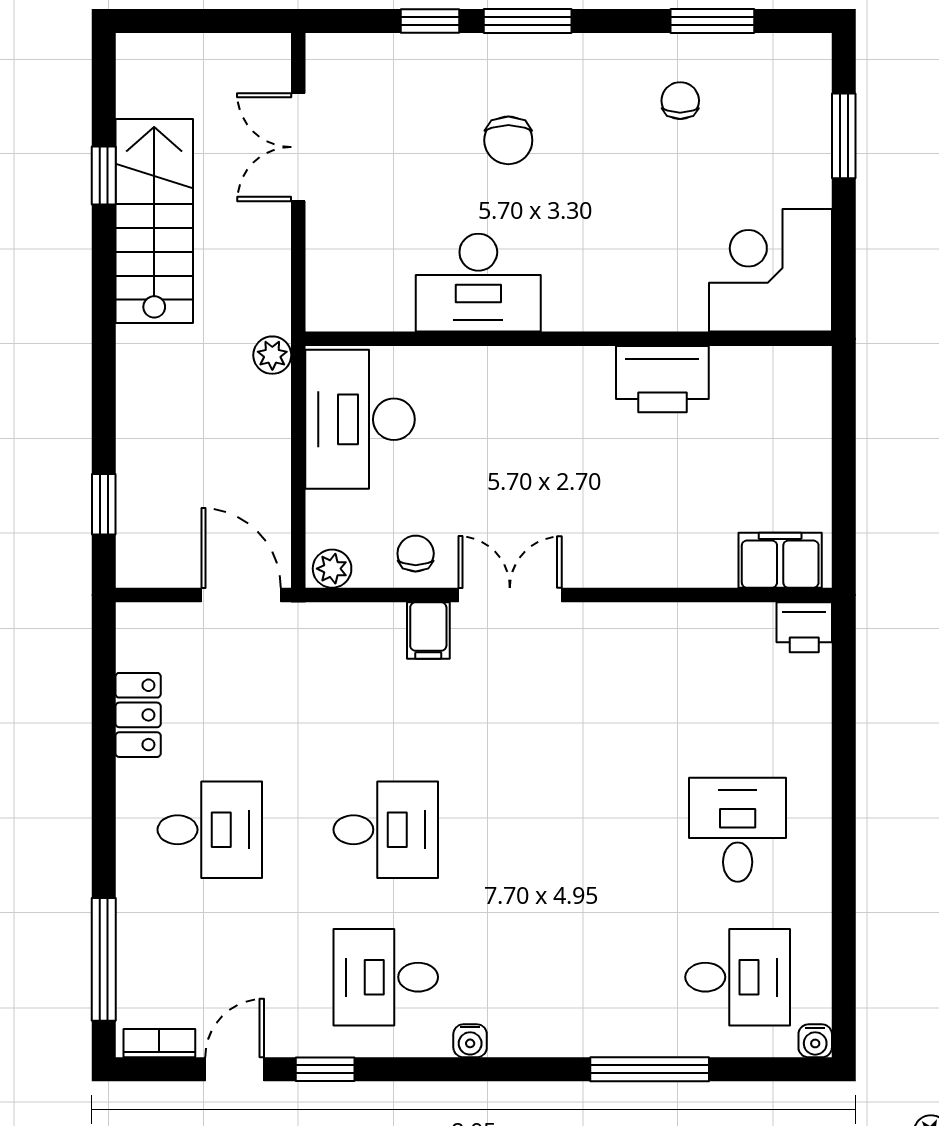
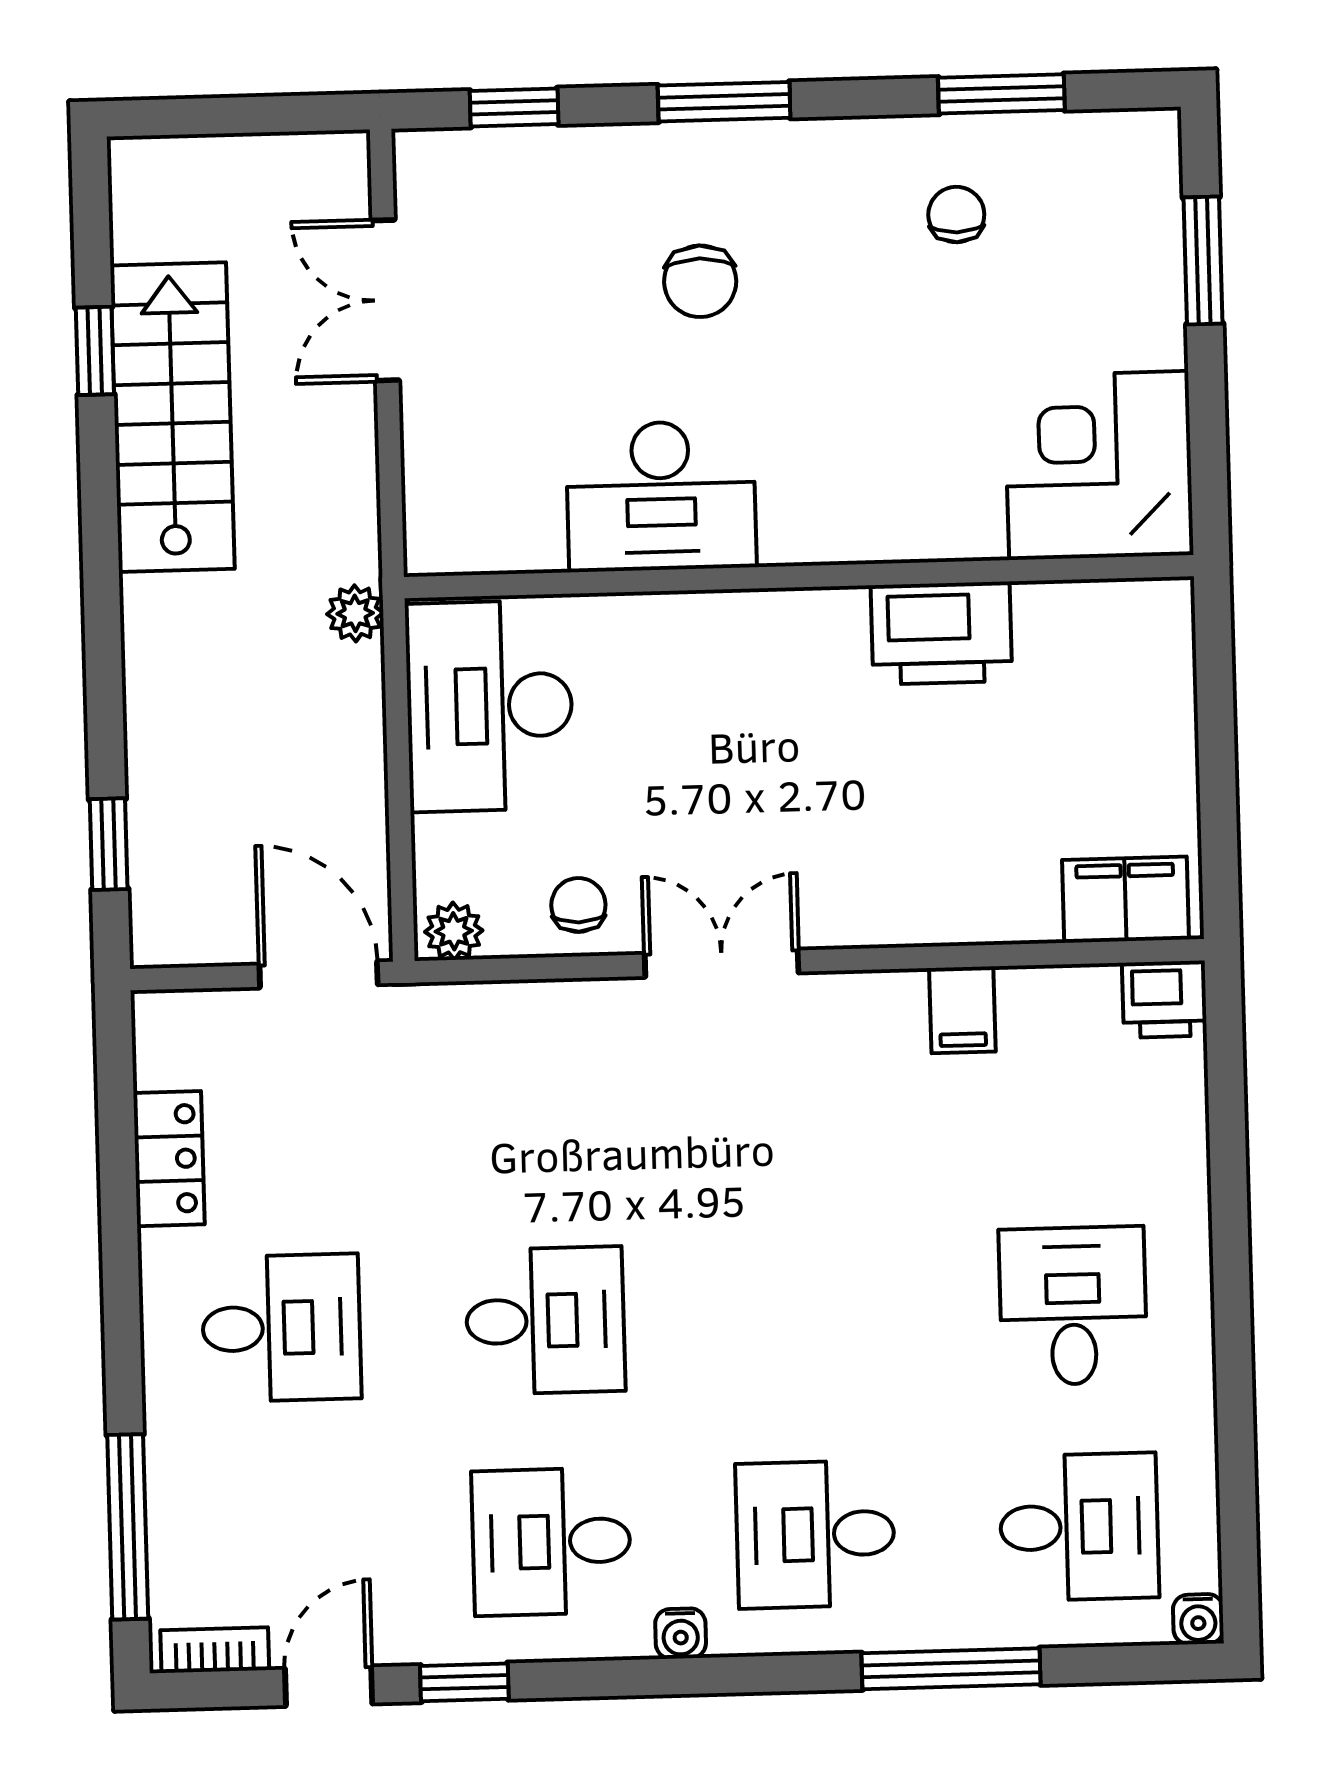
window: (430, 21) -> (514, 108), moved
filing cabinet: (428, 631) -> (962, 1010), moved
desk: (562, 977) -> (815, 1534), added

